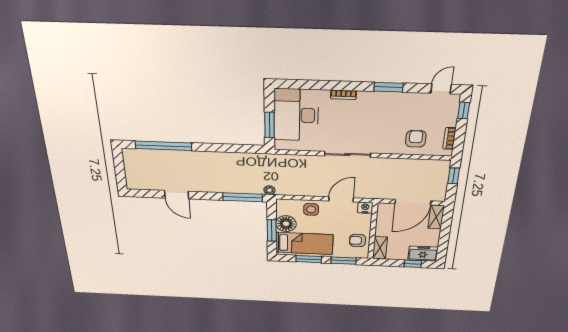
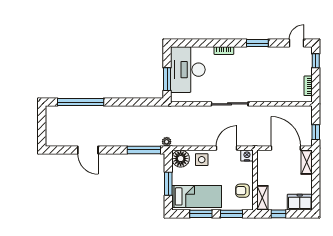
armchair: (416, 139) -> (282, 87), removed
window: (454, 176) -> (316, 132), moved
door: (413, 202) -> (286, 148), swing flipped
floor lamp: (286, 224) -> (181, 159), moved
window: (413, 264) -> (278, 214), moved

